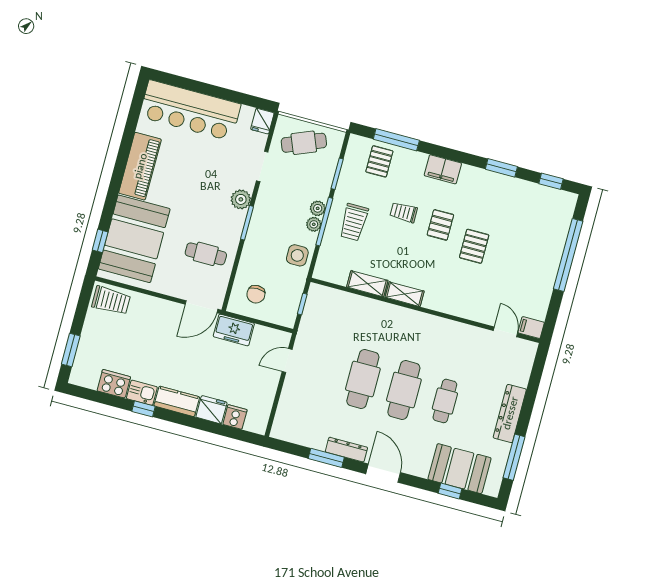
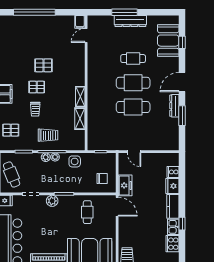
window: (514, 457) -> (124, 12), moved

